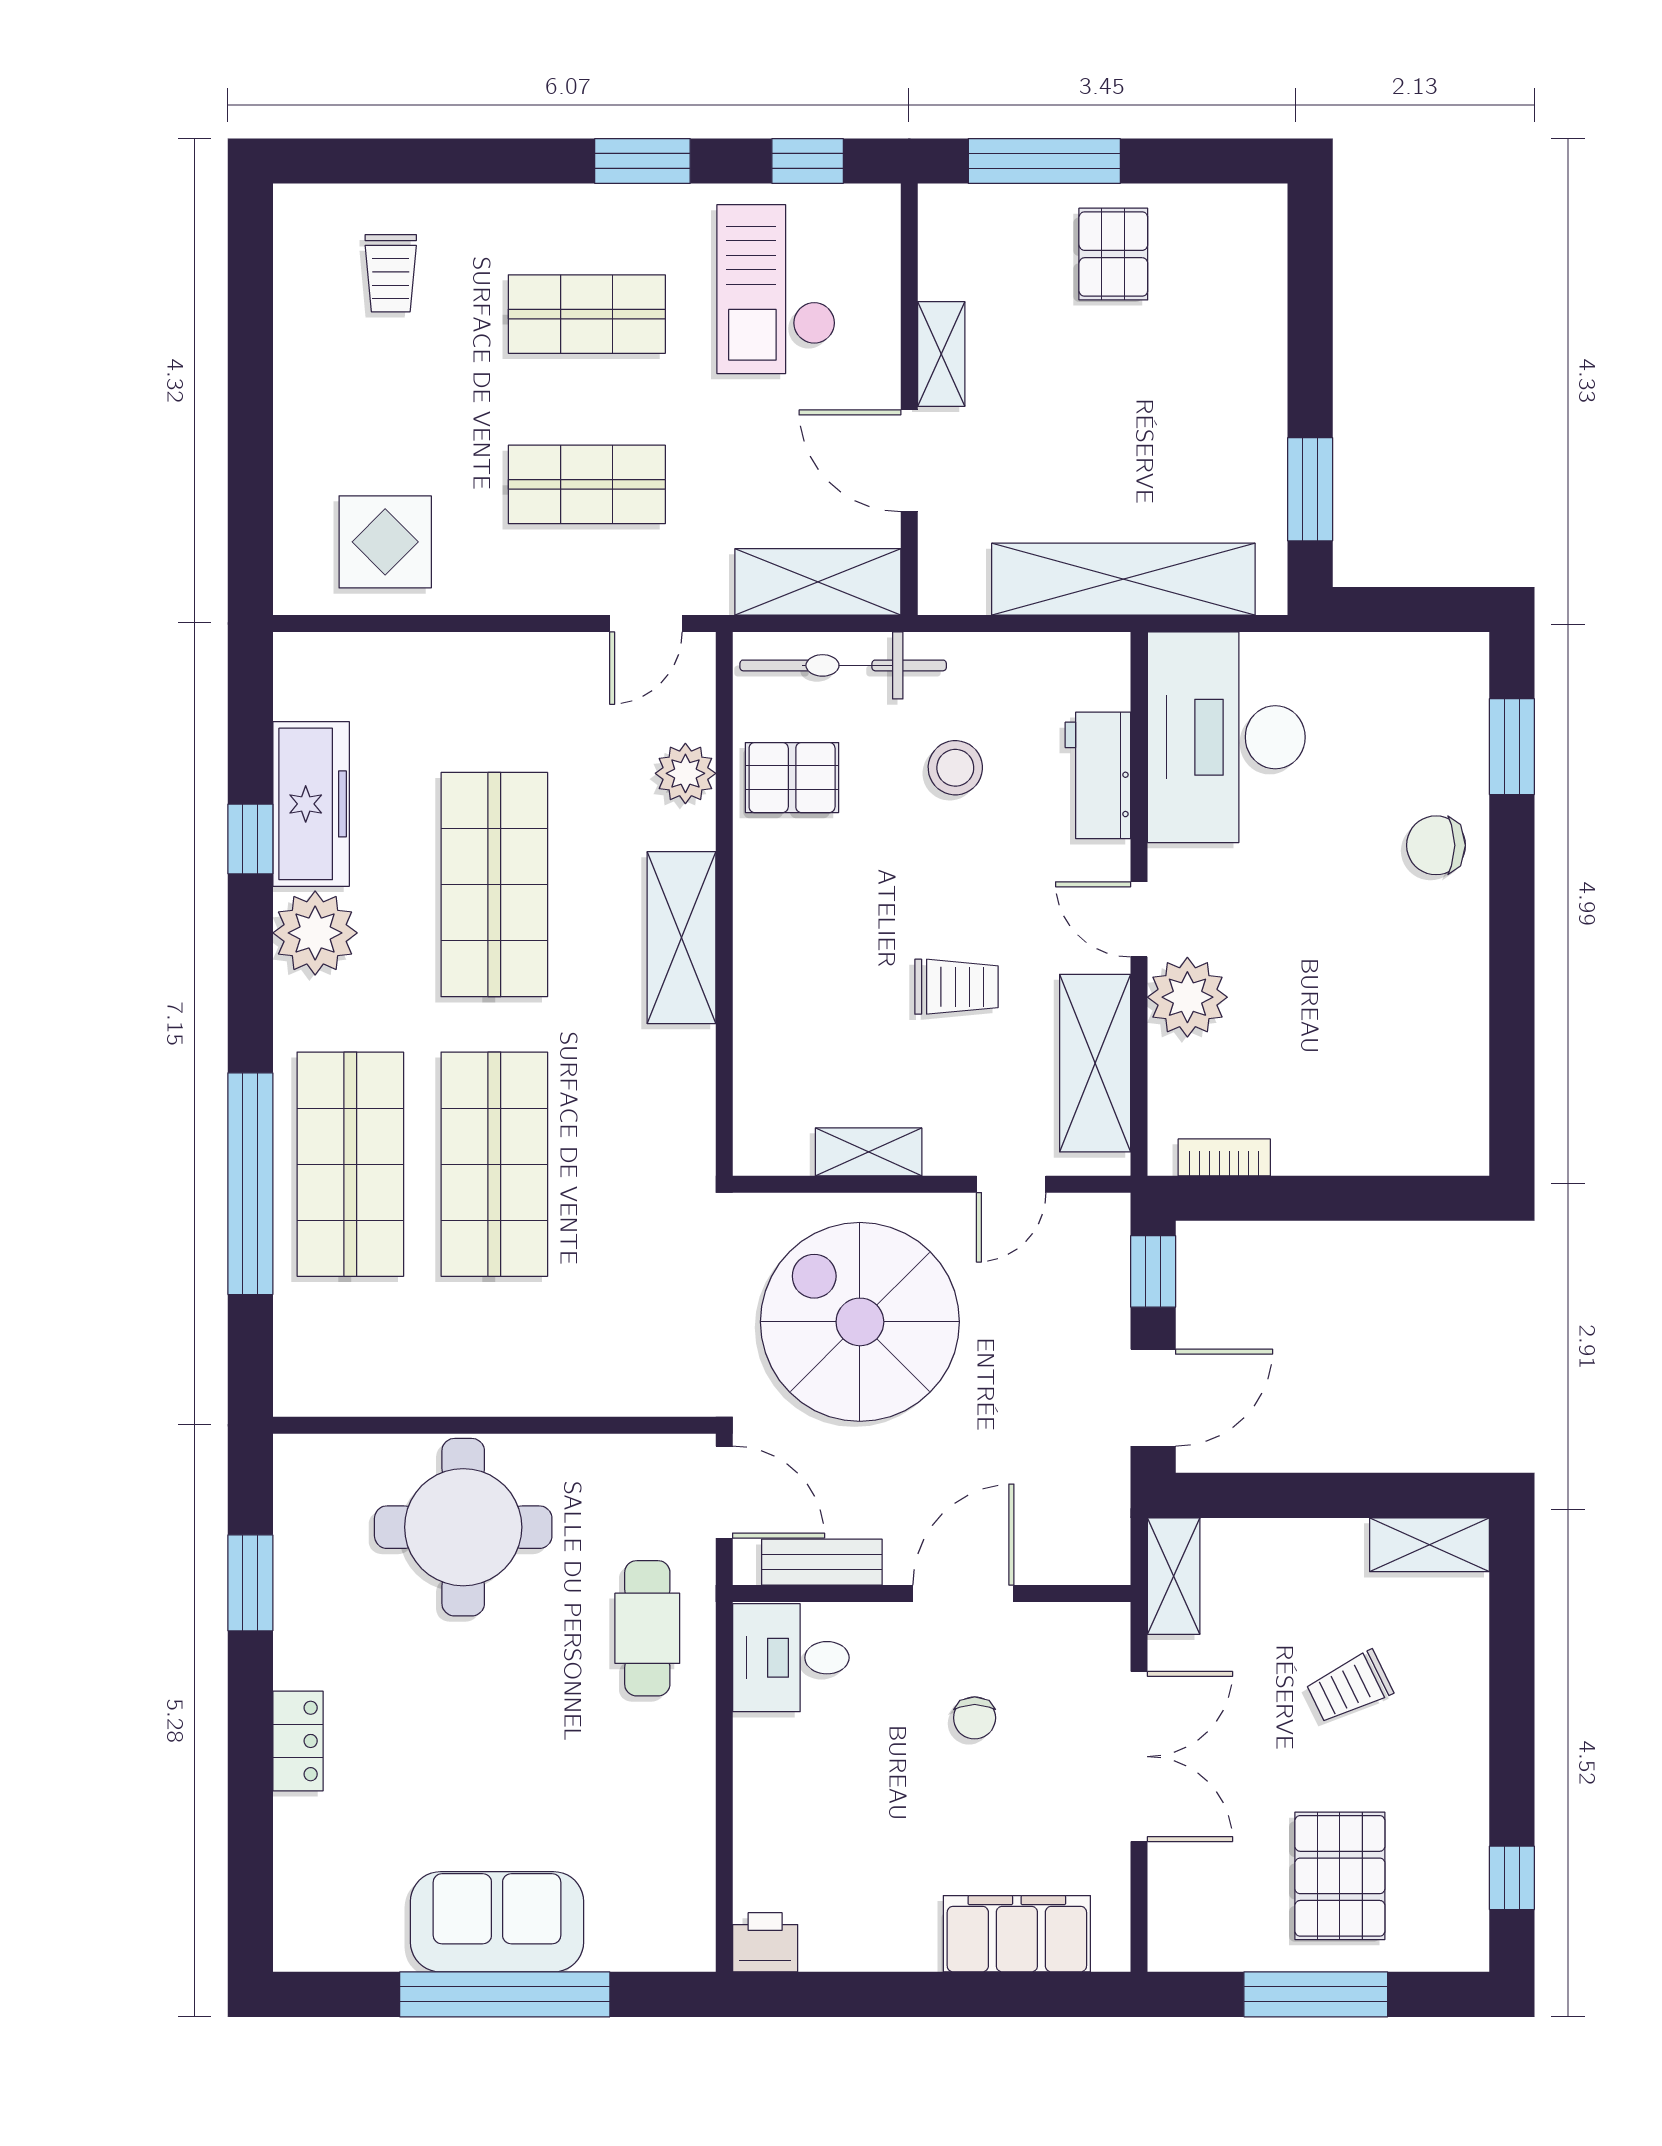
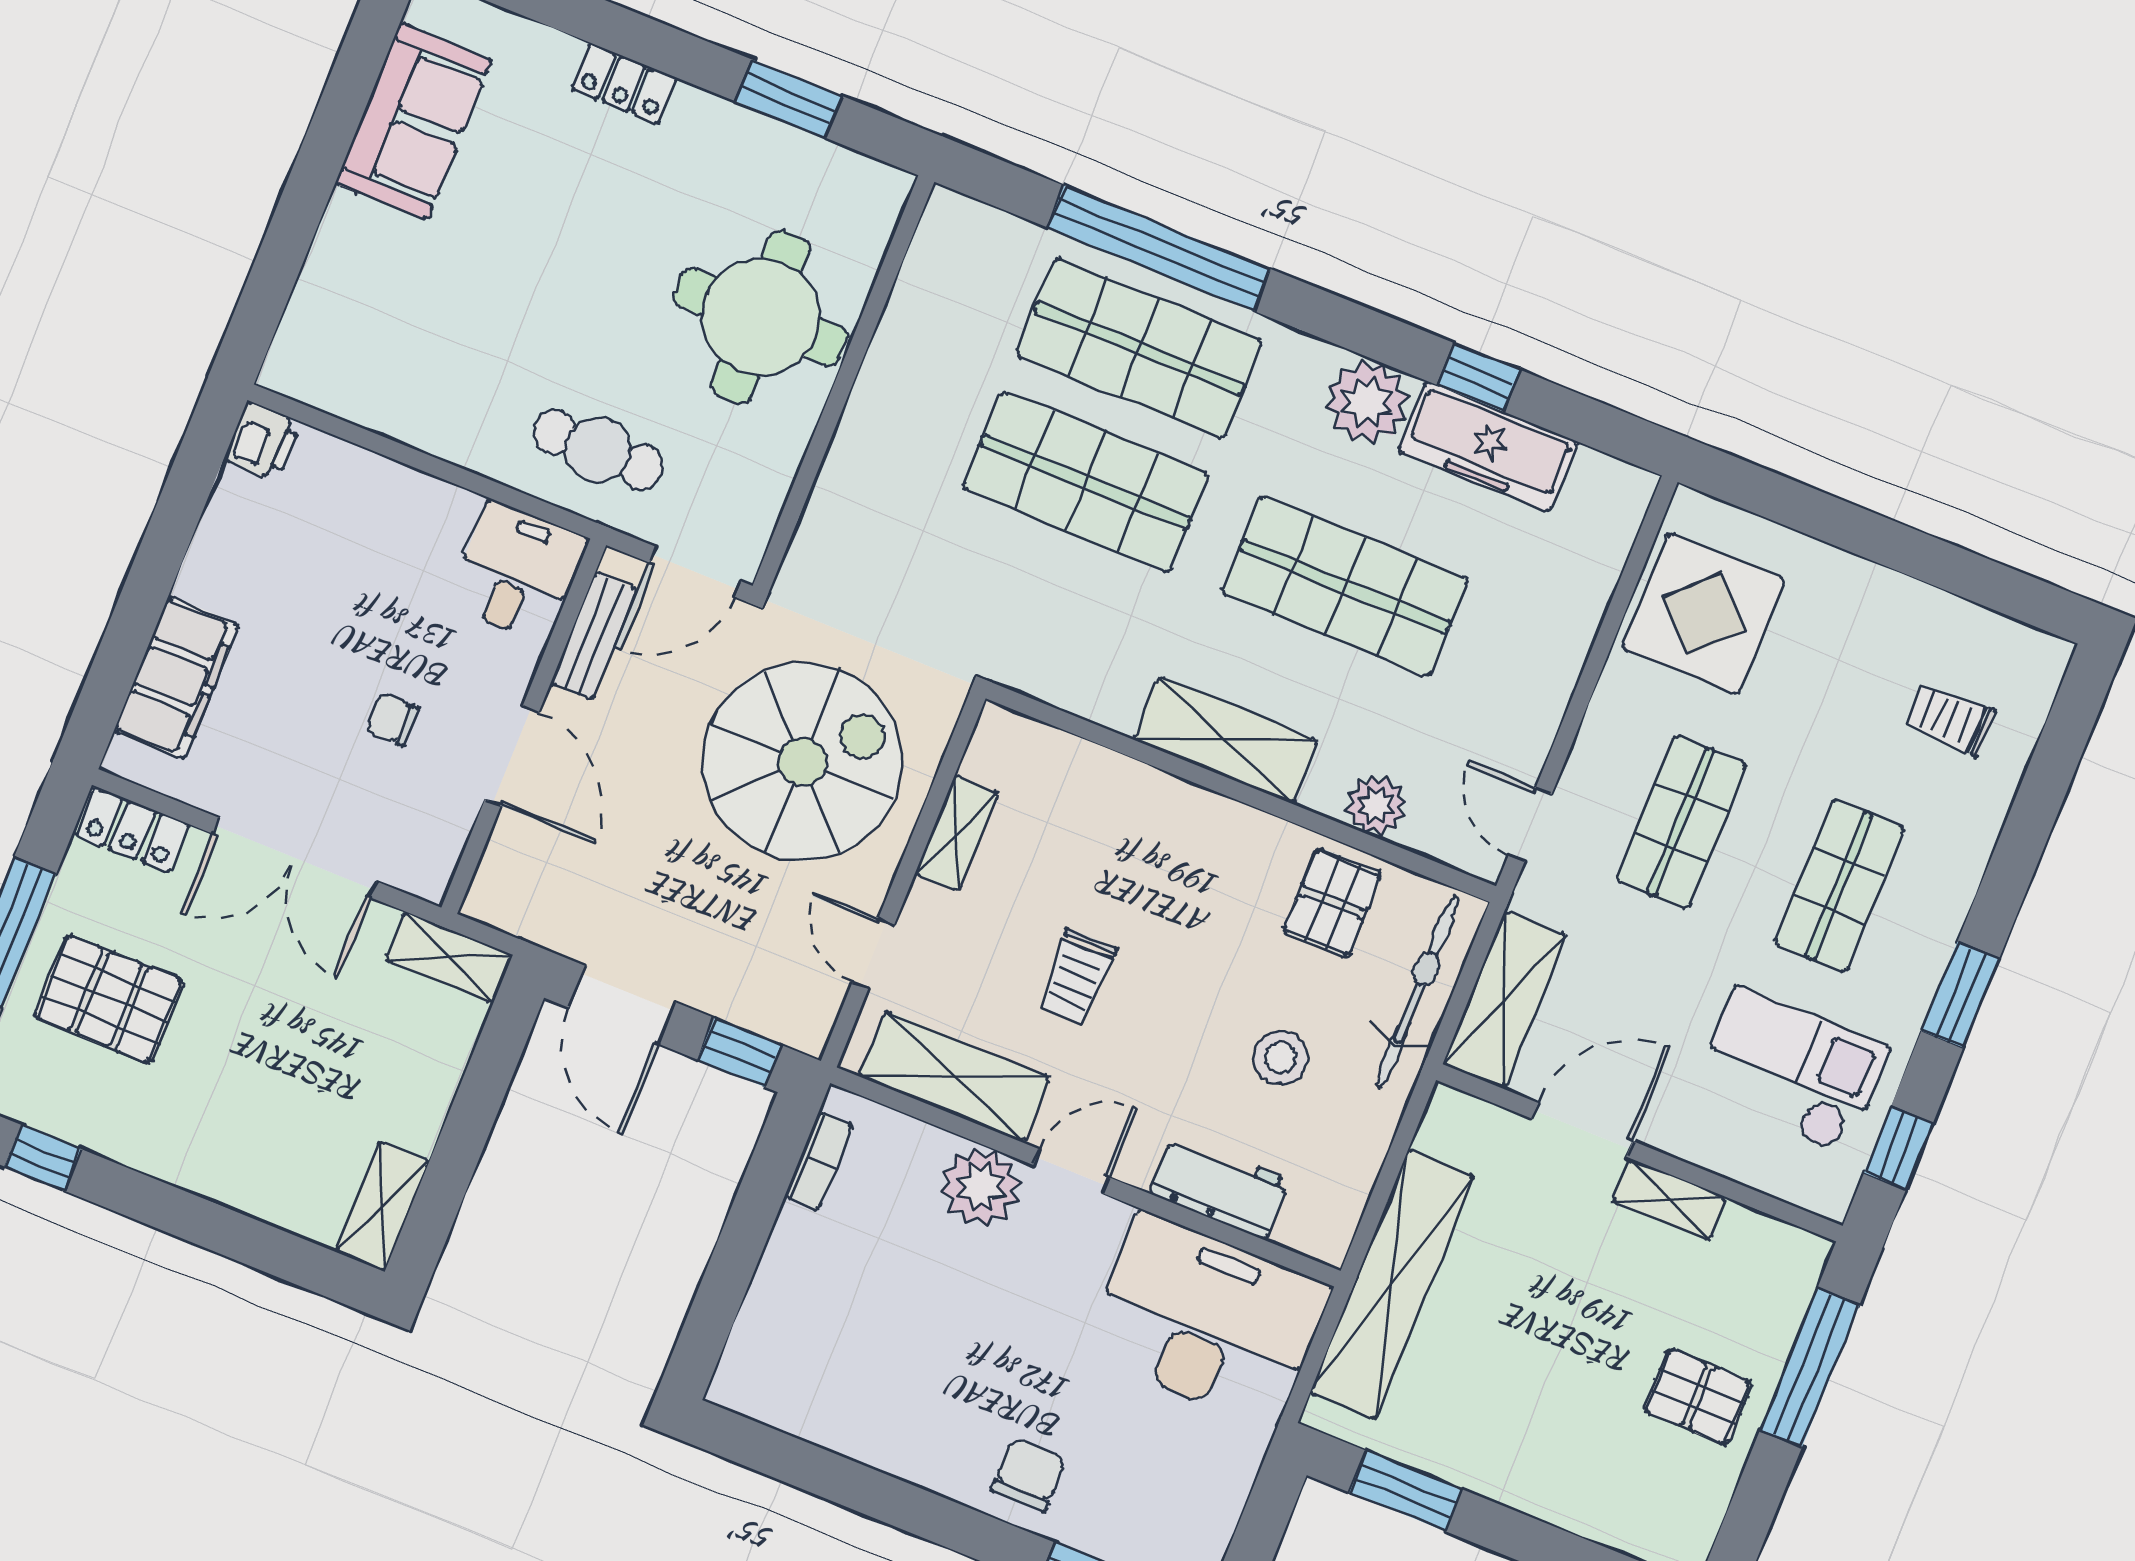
display table: (385, 542) -> (1703, 614), width x1.36, depth x1.36
trolley: (1349, 1687) -> (280, 1079), removed
locker: (1174, 1918) -> (132, 830), added
sofa: (497, 1922) -> (414, 122), moved
window: (505, 1994) -> (312, 180), removed

